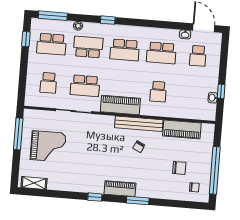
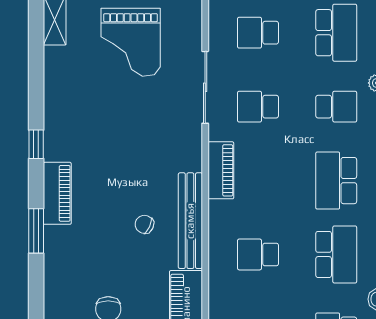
school desk: (52, 44) -> (336, 33), turned 180
school desk: (88, 47) -> (336, 107), width x0.54
school desk: (161, 53) -> (336, 254), turned 180
school desk: (85, 86) -> (258, 107), width x0.54
piano: (120, 105) -> (221, 170), width x0.73, depth x0.75

